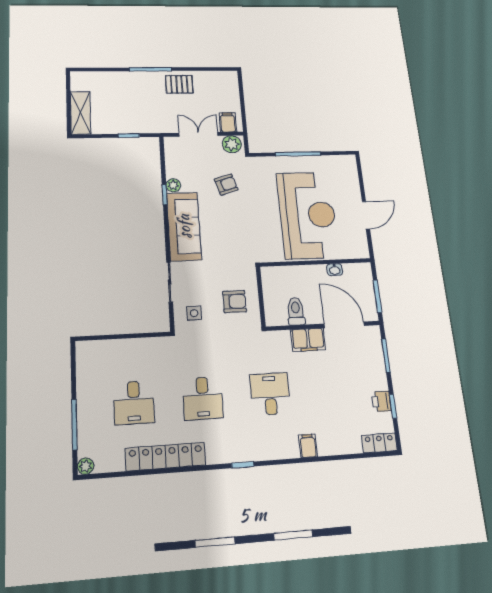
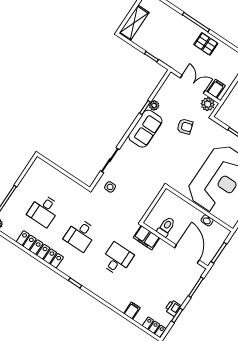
sofa: (184, 226) -> (145, 129), width x0.73
armchair: (234, 302) -> (137, 197), removed
filing cabinet: (308, 340) -> (146, 238), moved
filing cabinet: (308, 446) -> (132, 311), moved

